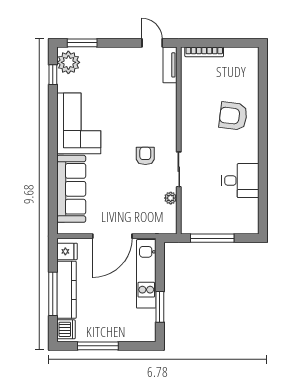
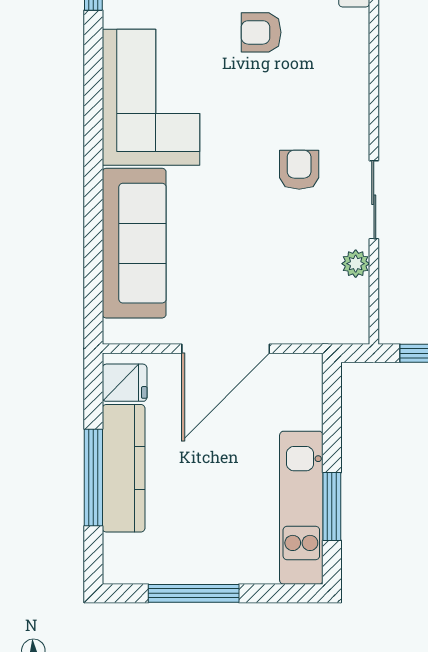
armchair: (128, 94) -> (261, 32), added
kitchen unit: (146, 274) -> (301, 508), moved
dishwasher: (66, 329) -> (122, 557), removed

